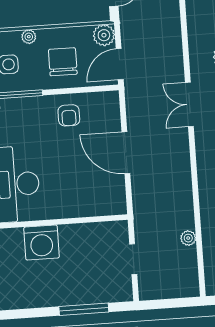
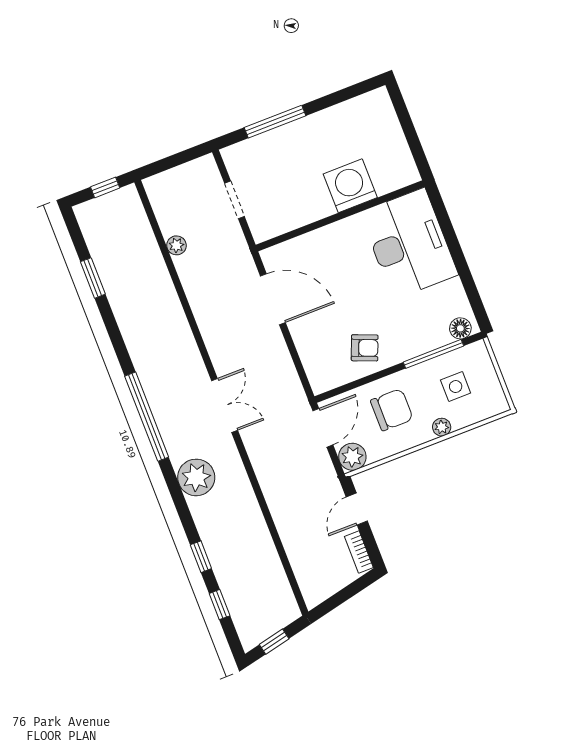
chair: (63, 62) -> (392, 410), turned -90
armchair: (69, 115) -> (365, 348), turned 112
door: (126, 153) -> (273, 299), moved

